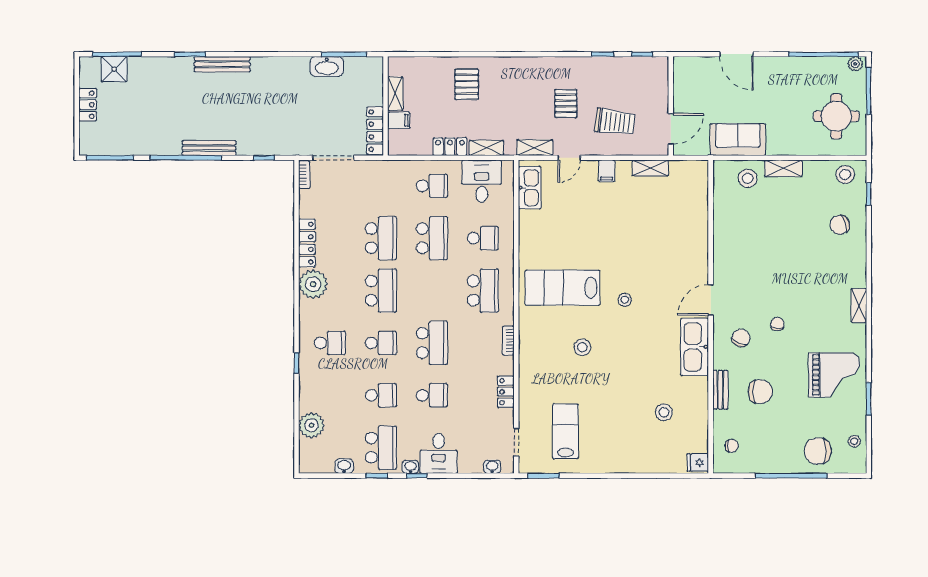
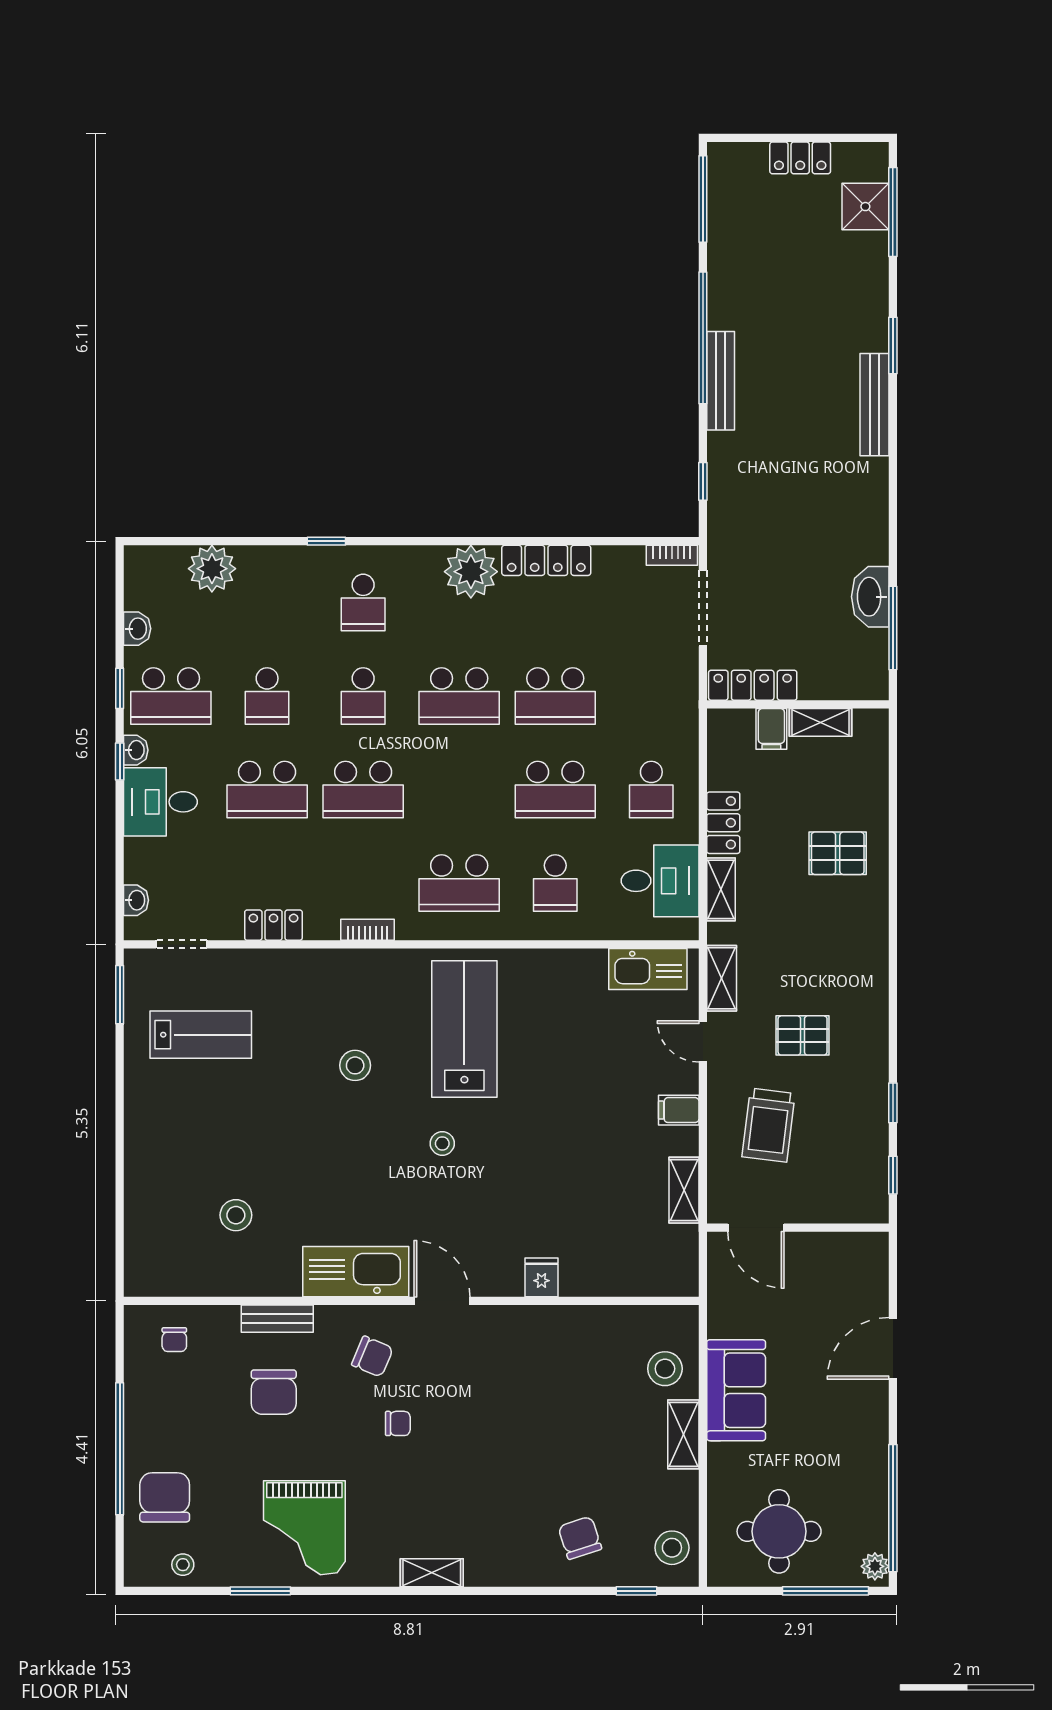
sofa: (738, 140) -> (736, 1390), moved
school desk: (432, 395) -> (267, 790), width x1.85
fridge: (698, 463) -> (542, 1277), moved

